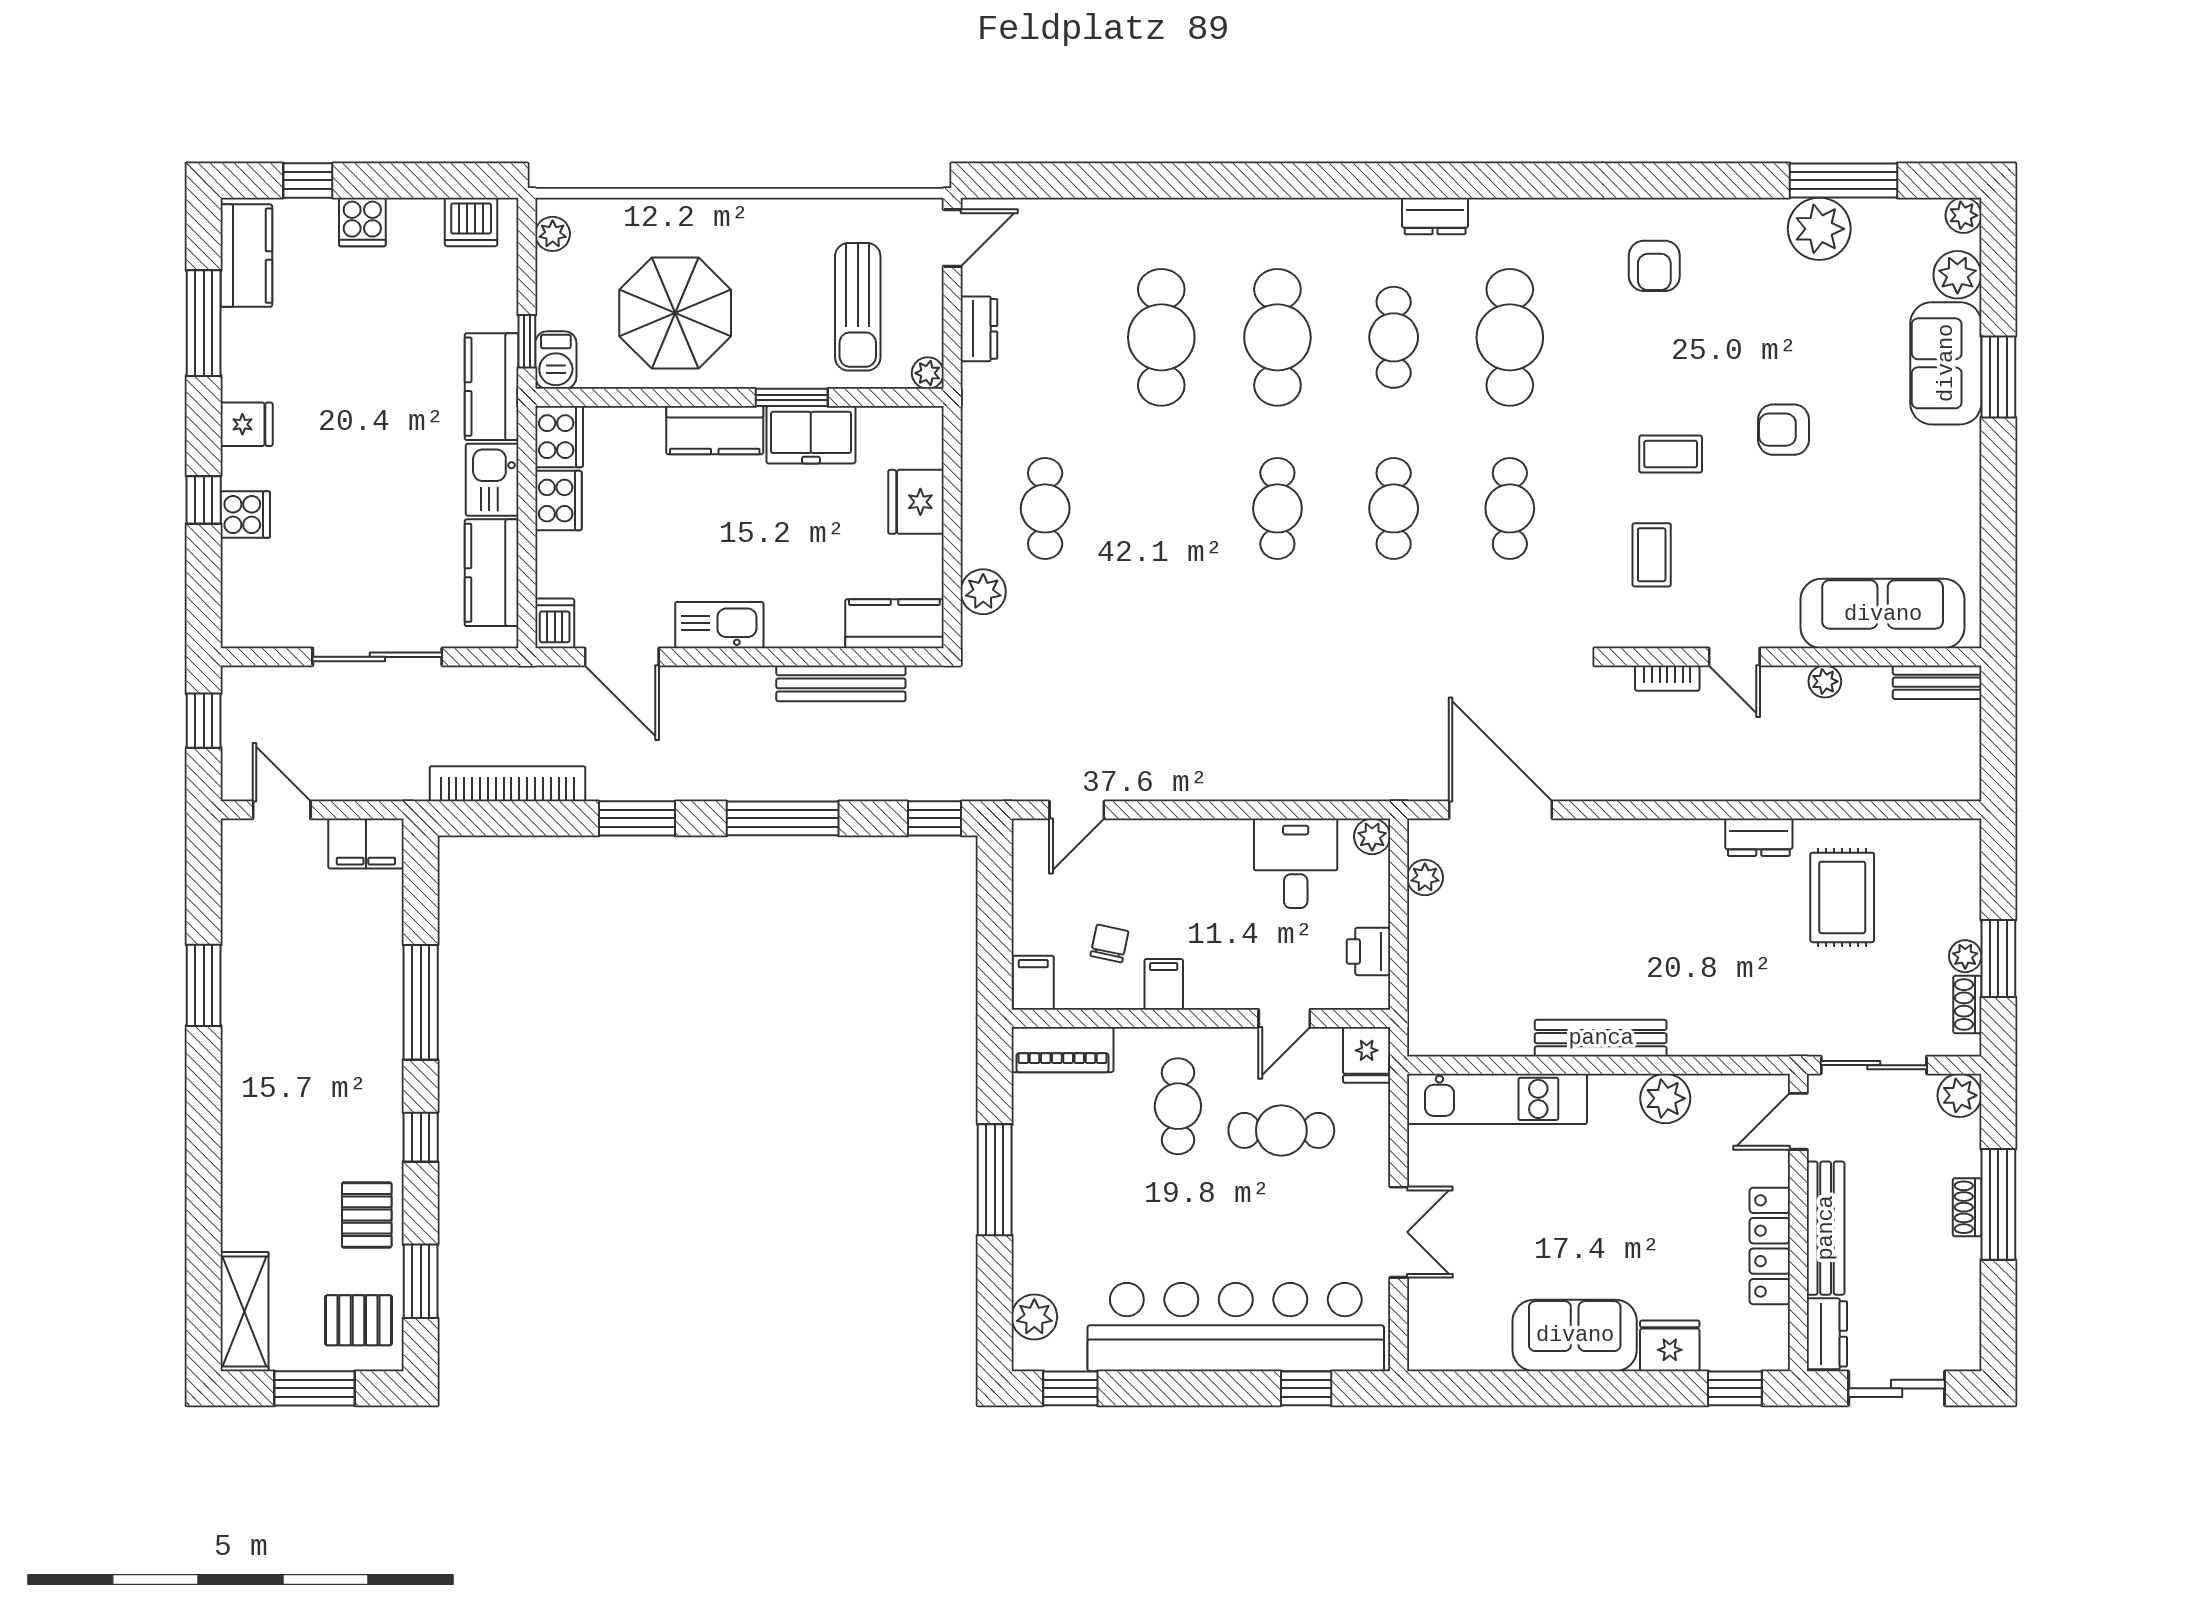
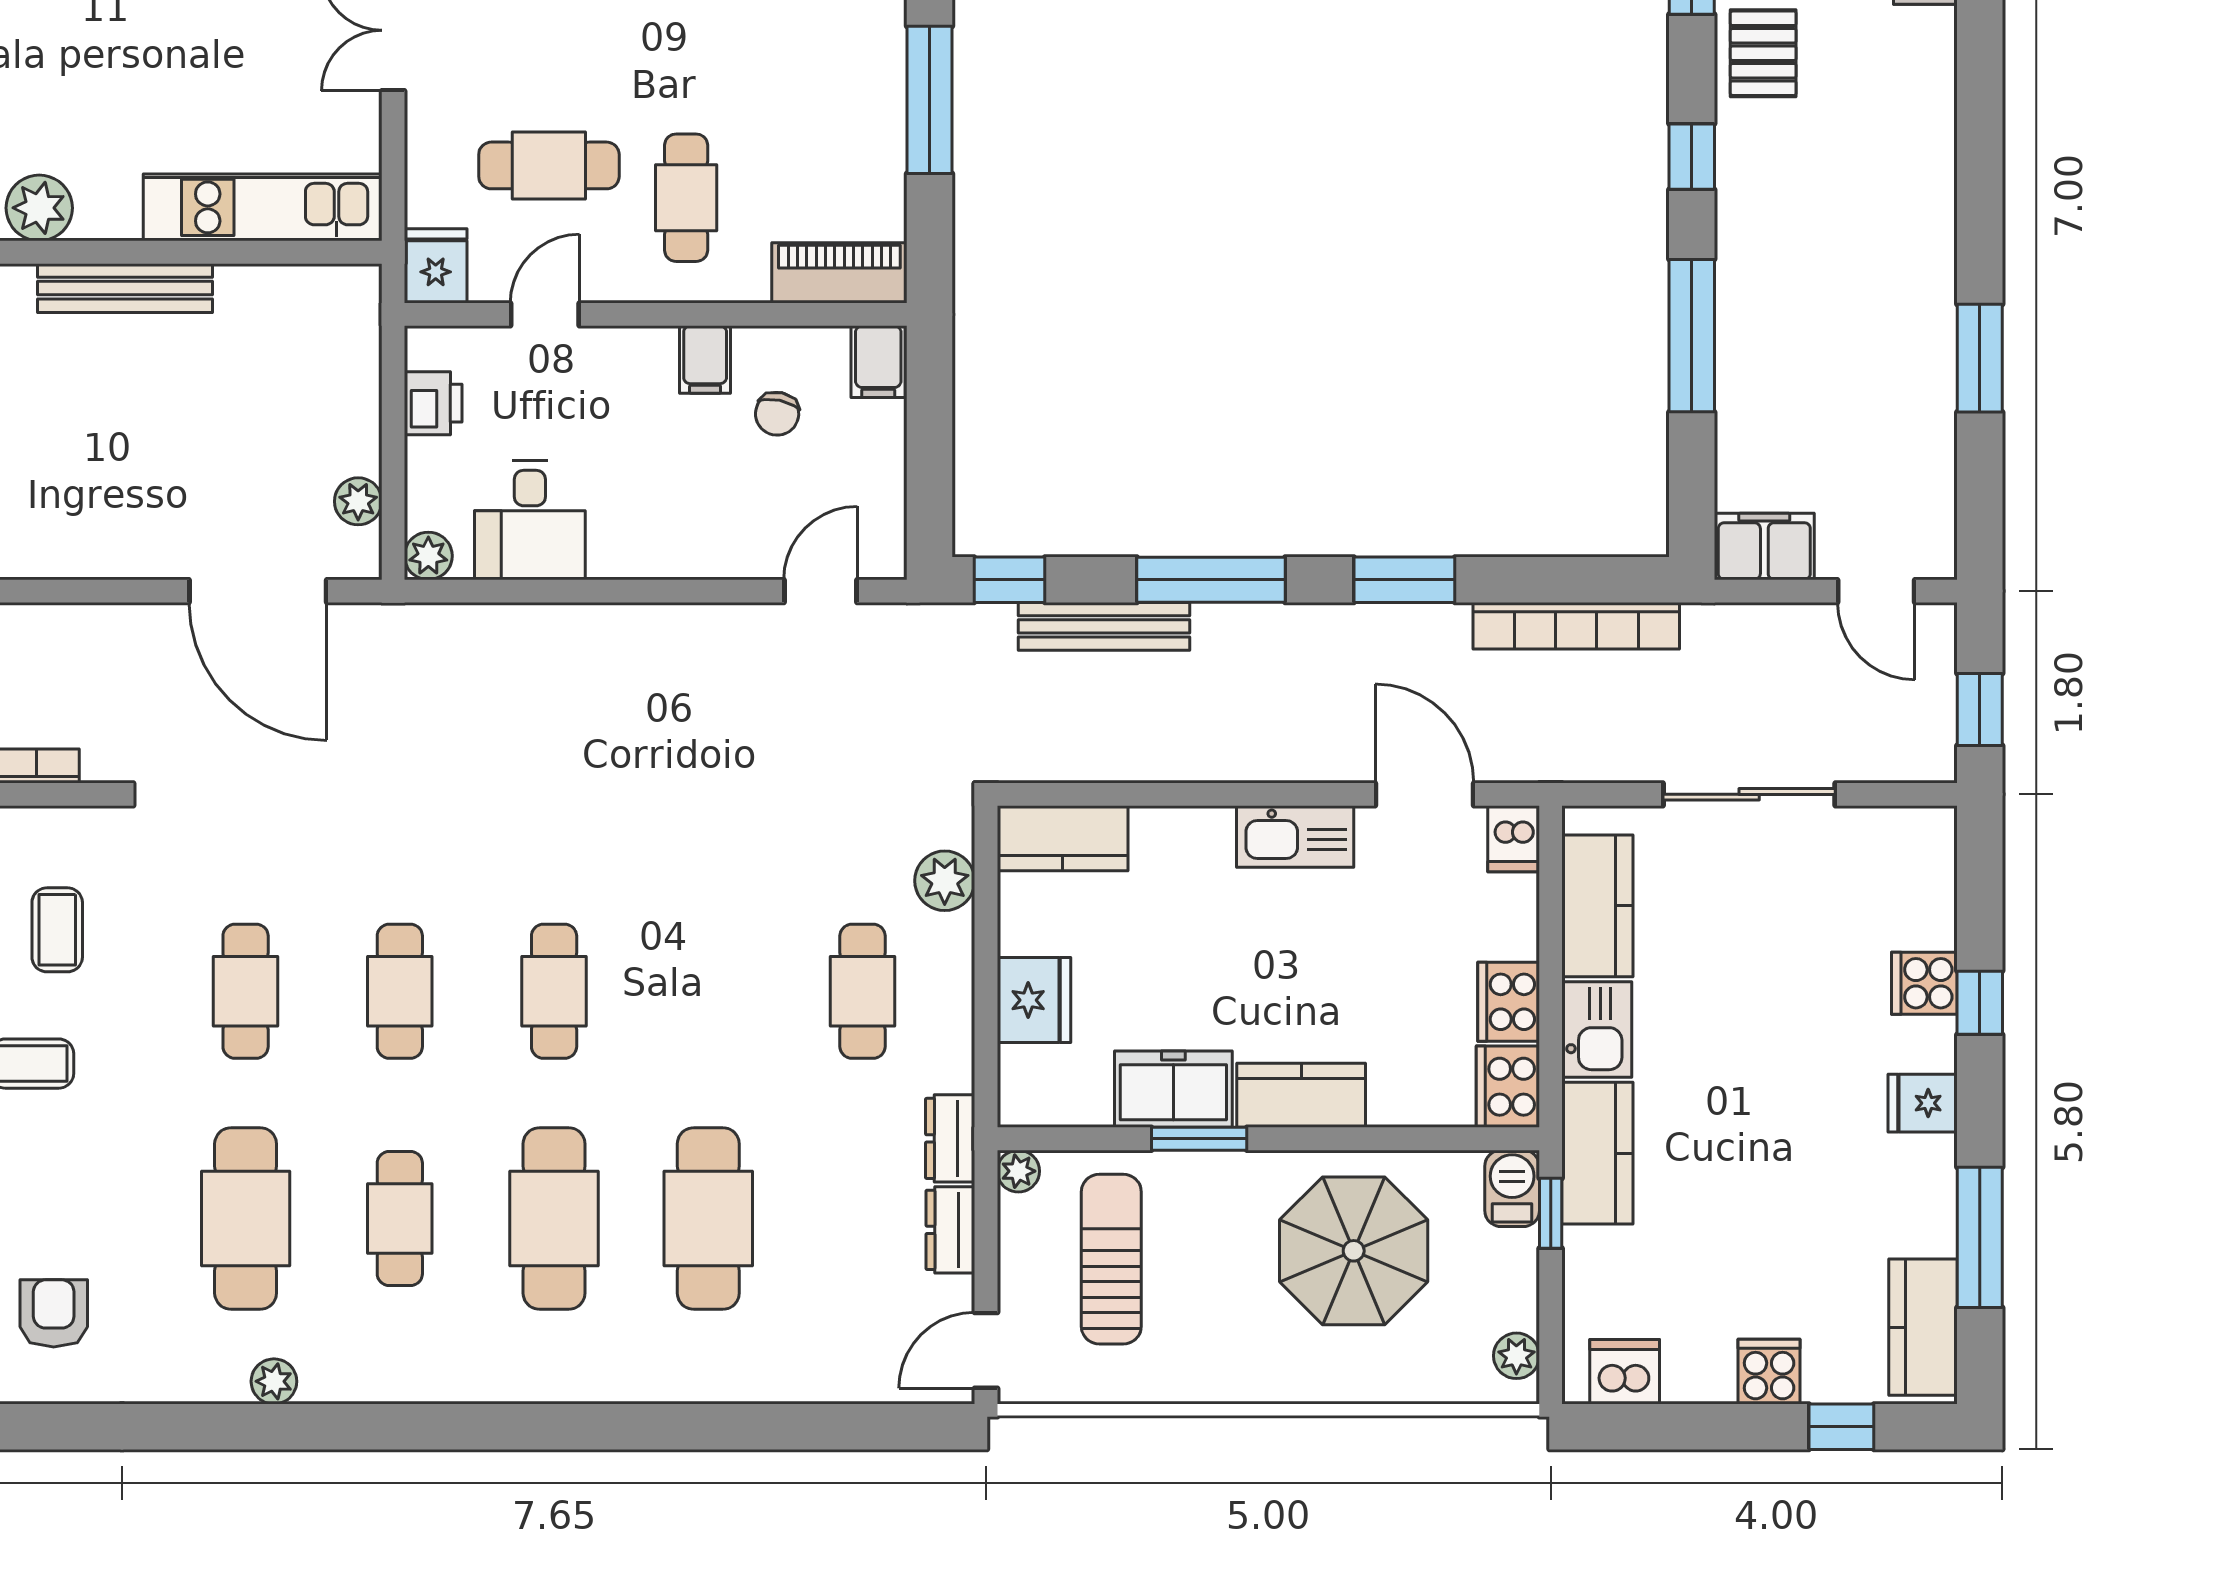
plant: (1488, 215) -> (274, 1381), added
dresser: (1435, 216) -> (950, 1138), moved, turned -90
bench: (841, 683) -> (1104, 626), moved

